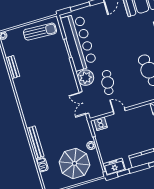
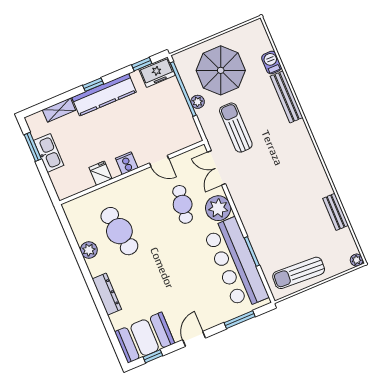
double door: (84, 103) -> (217, 168), swing flipped
cooker: (101, 124) -> (127, 163), moved
sun lounger: (69, 127) -> (236, 128), added

